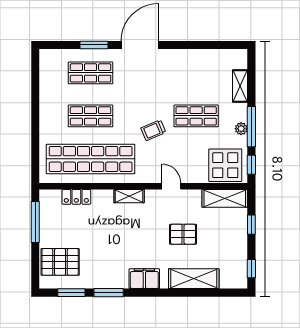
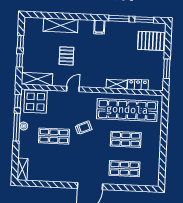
window: (94, 45) -> (121, 188), removed
shelving: (240, 86) -> (22, 169), moved
door: (171, 186) -> (73, 89), swing flipped
shelving: (129, 196) -> (117, 84), moved
window: (35, 222) -> (167, 69), width x0.69
pallet: (183, 234) -> (66, 56), turned 90
window: (251, 269) -> (20, 42), moved
filing cabinet: (144, 279) -> (99, 27), width x0.50

